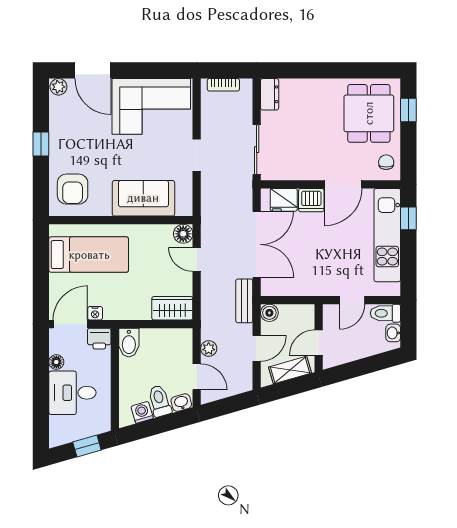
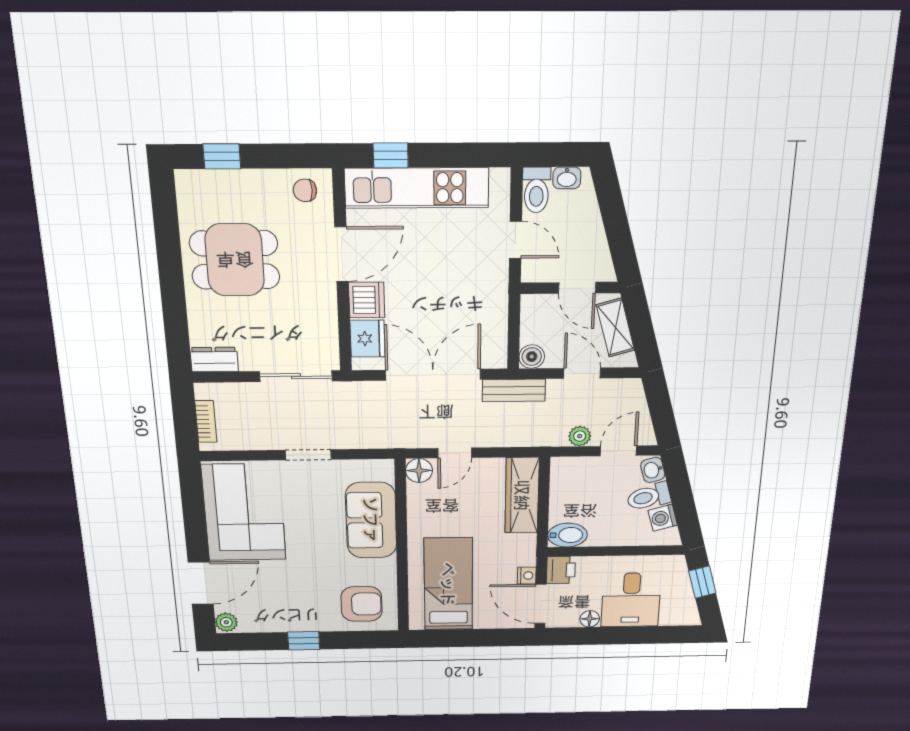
dining table: (369, 113) -> (235, 260), moved
door: (343, 184) -> (341, 254), hinge flipped
wardrobe: (172, 308) -> (522, 495), width x1.50

